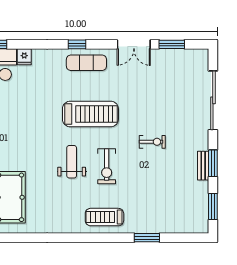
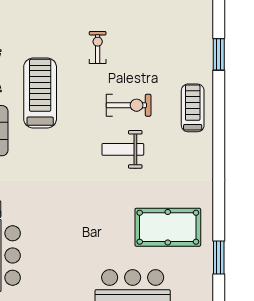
treadmill: (90, 114) -> (40, 93), moved
treadmill: (104, 217) -> (193, 108), turned 180

